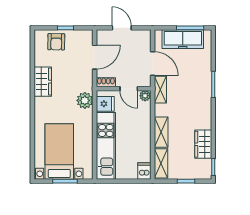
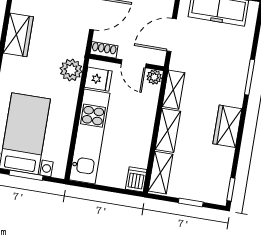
door: (153, 64) -> (172, 35), swing flipped
shelving: (160, 90) -> (173, 90), moved
wardrobe: (203, 144) -> (227, 126), moved

